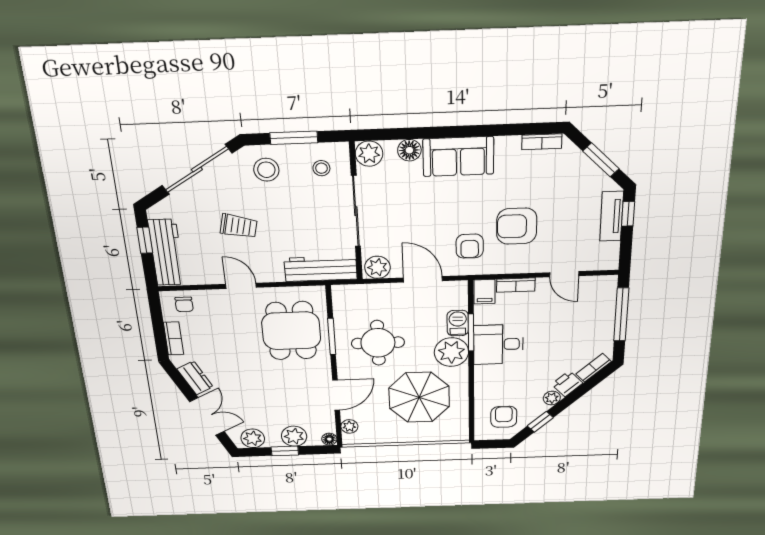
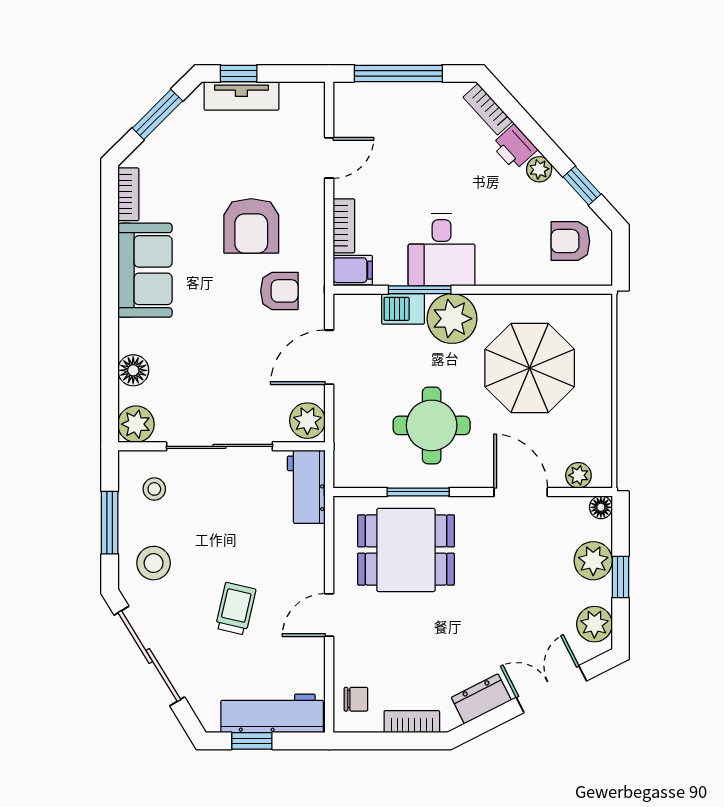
sofa: (458, 157) -> (145, 270), moved
workbench: (321, 269) -> (306, 487), width x0.73

